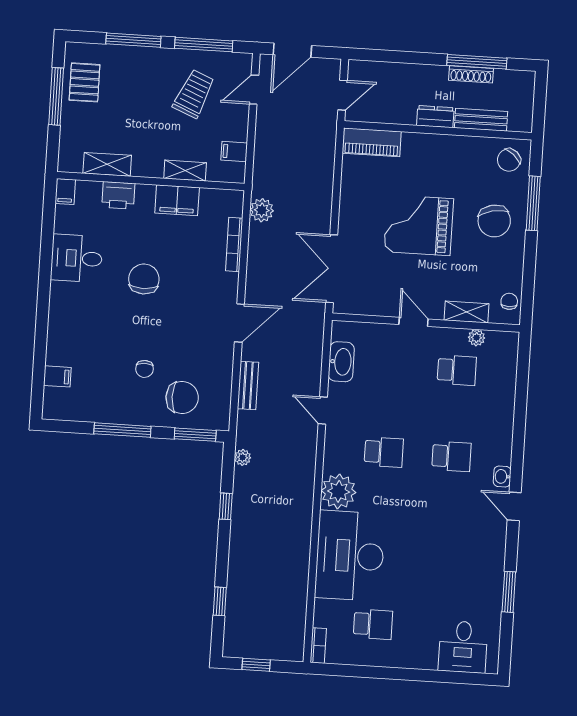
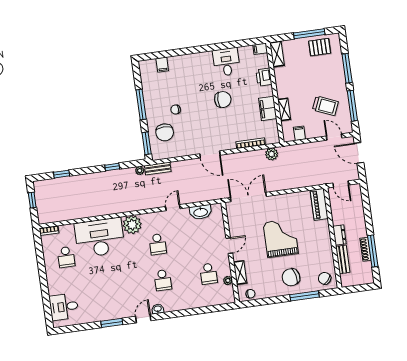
shelving: (107, 164) -> (277, 54), moved
bench: (248, 385) -> (158, 169), moved
window: (509, 592) -> (112, 323), moved

